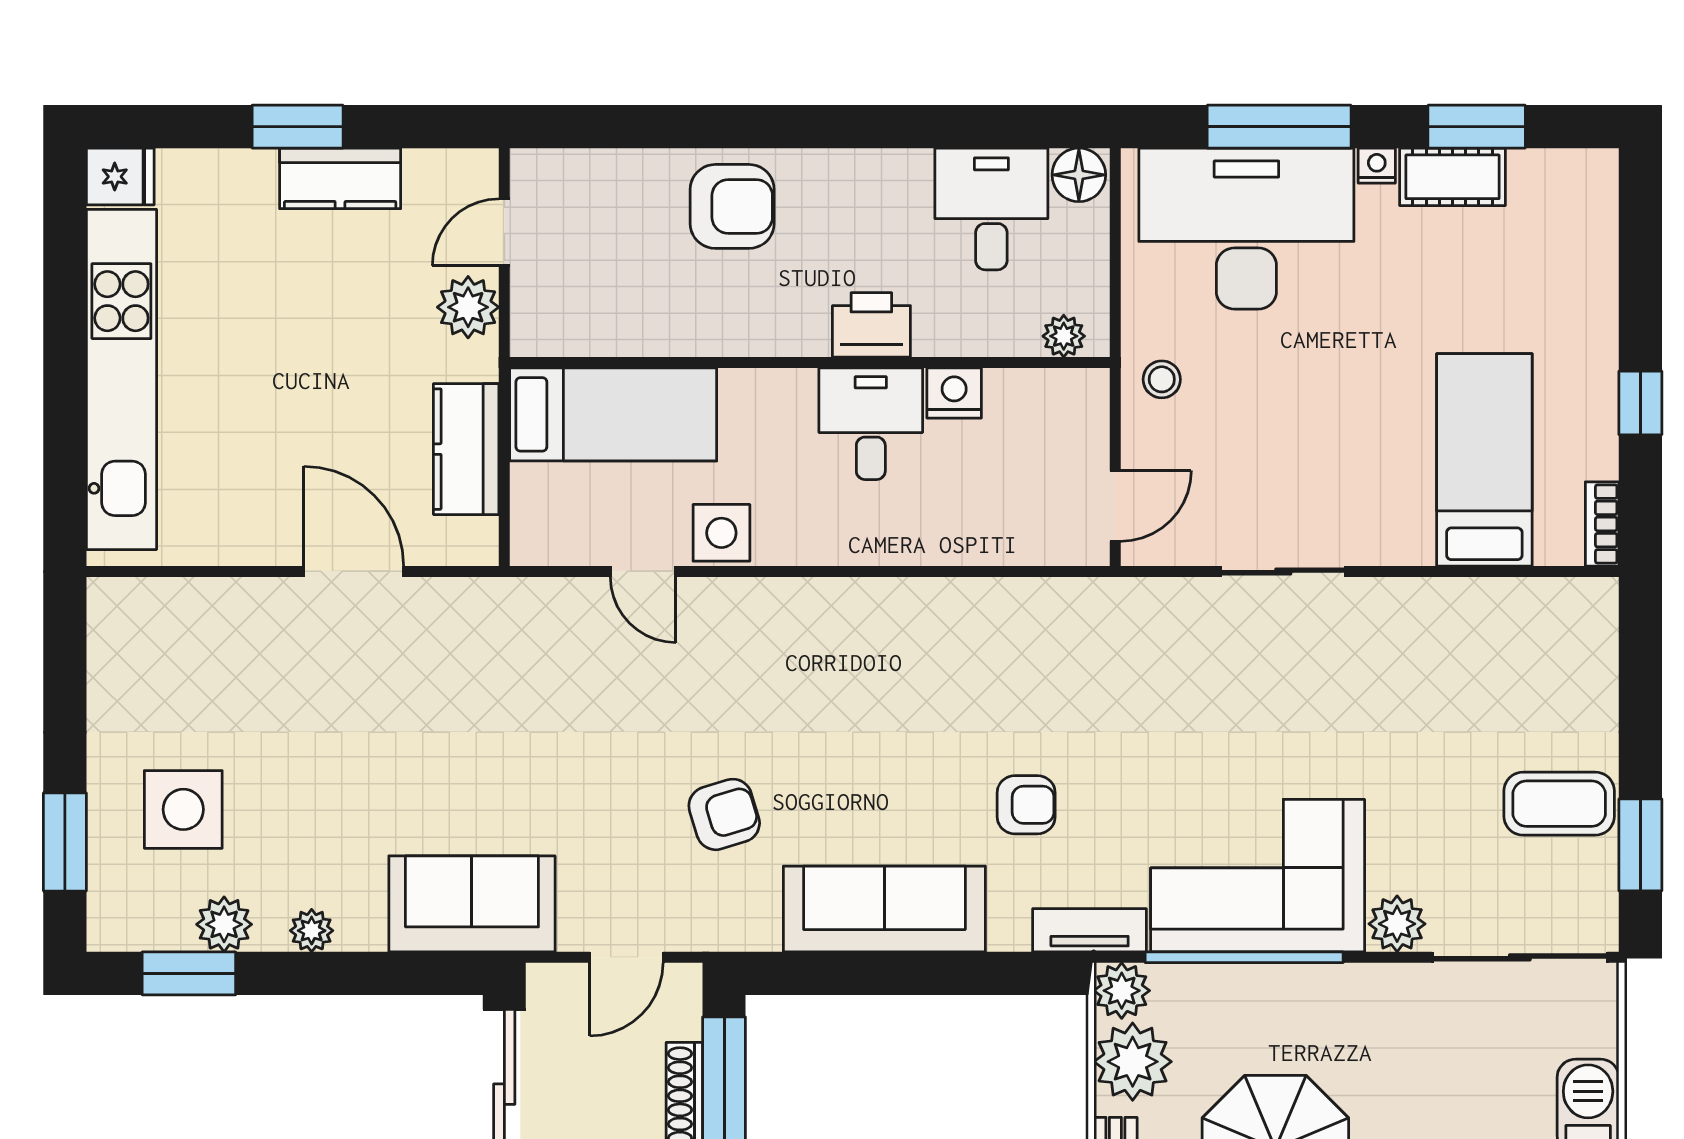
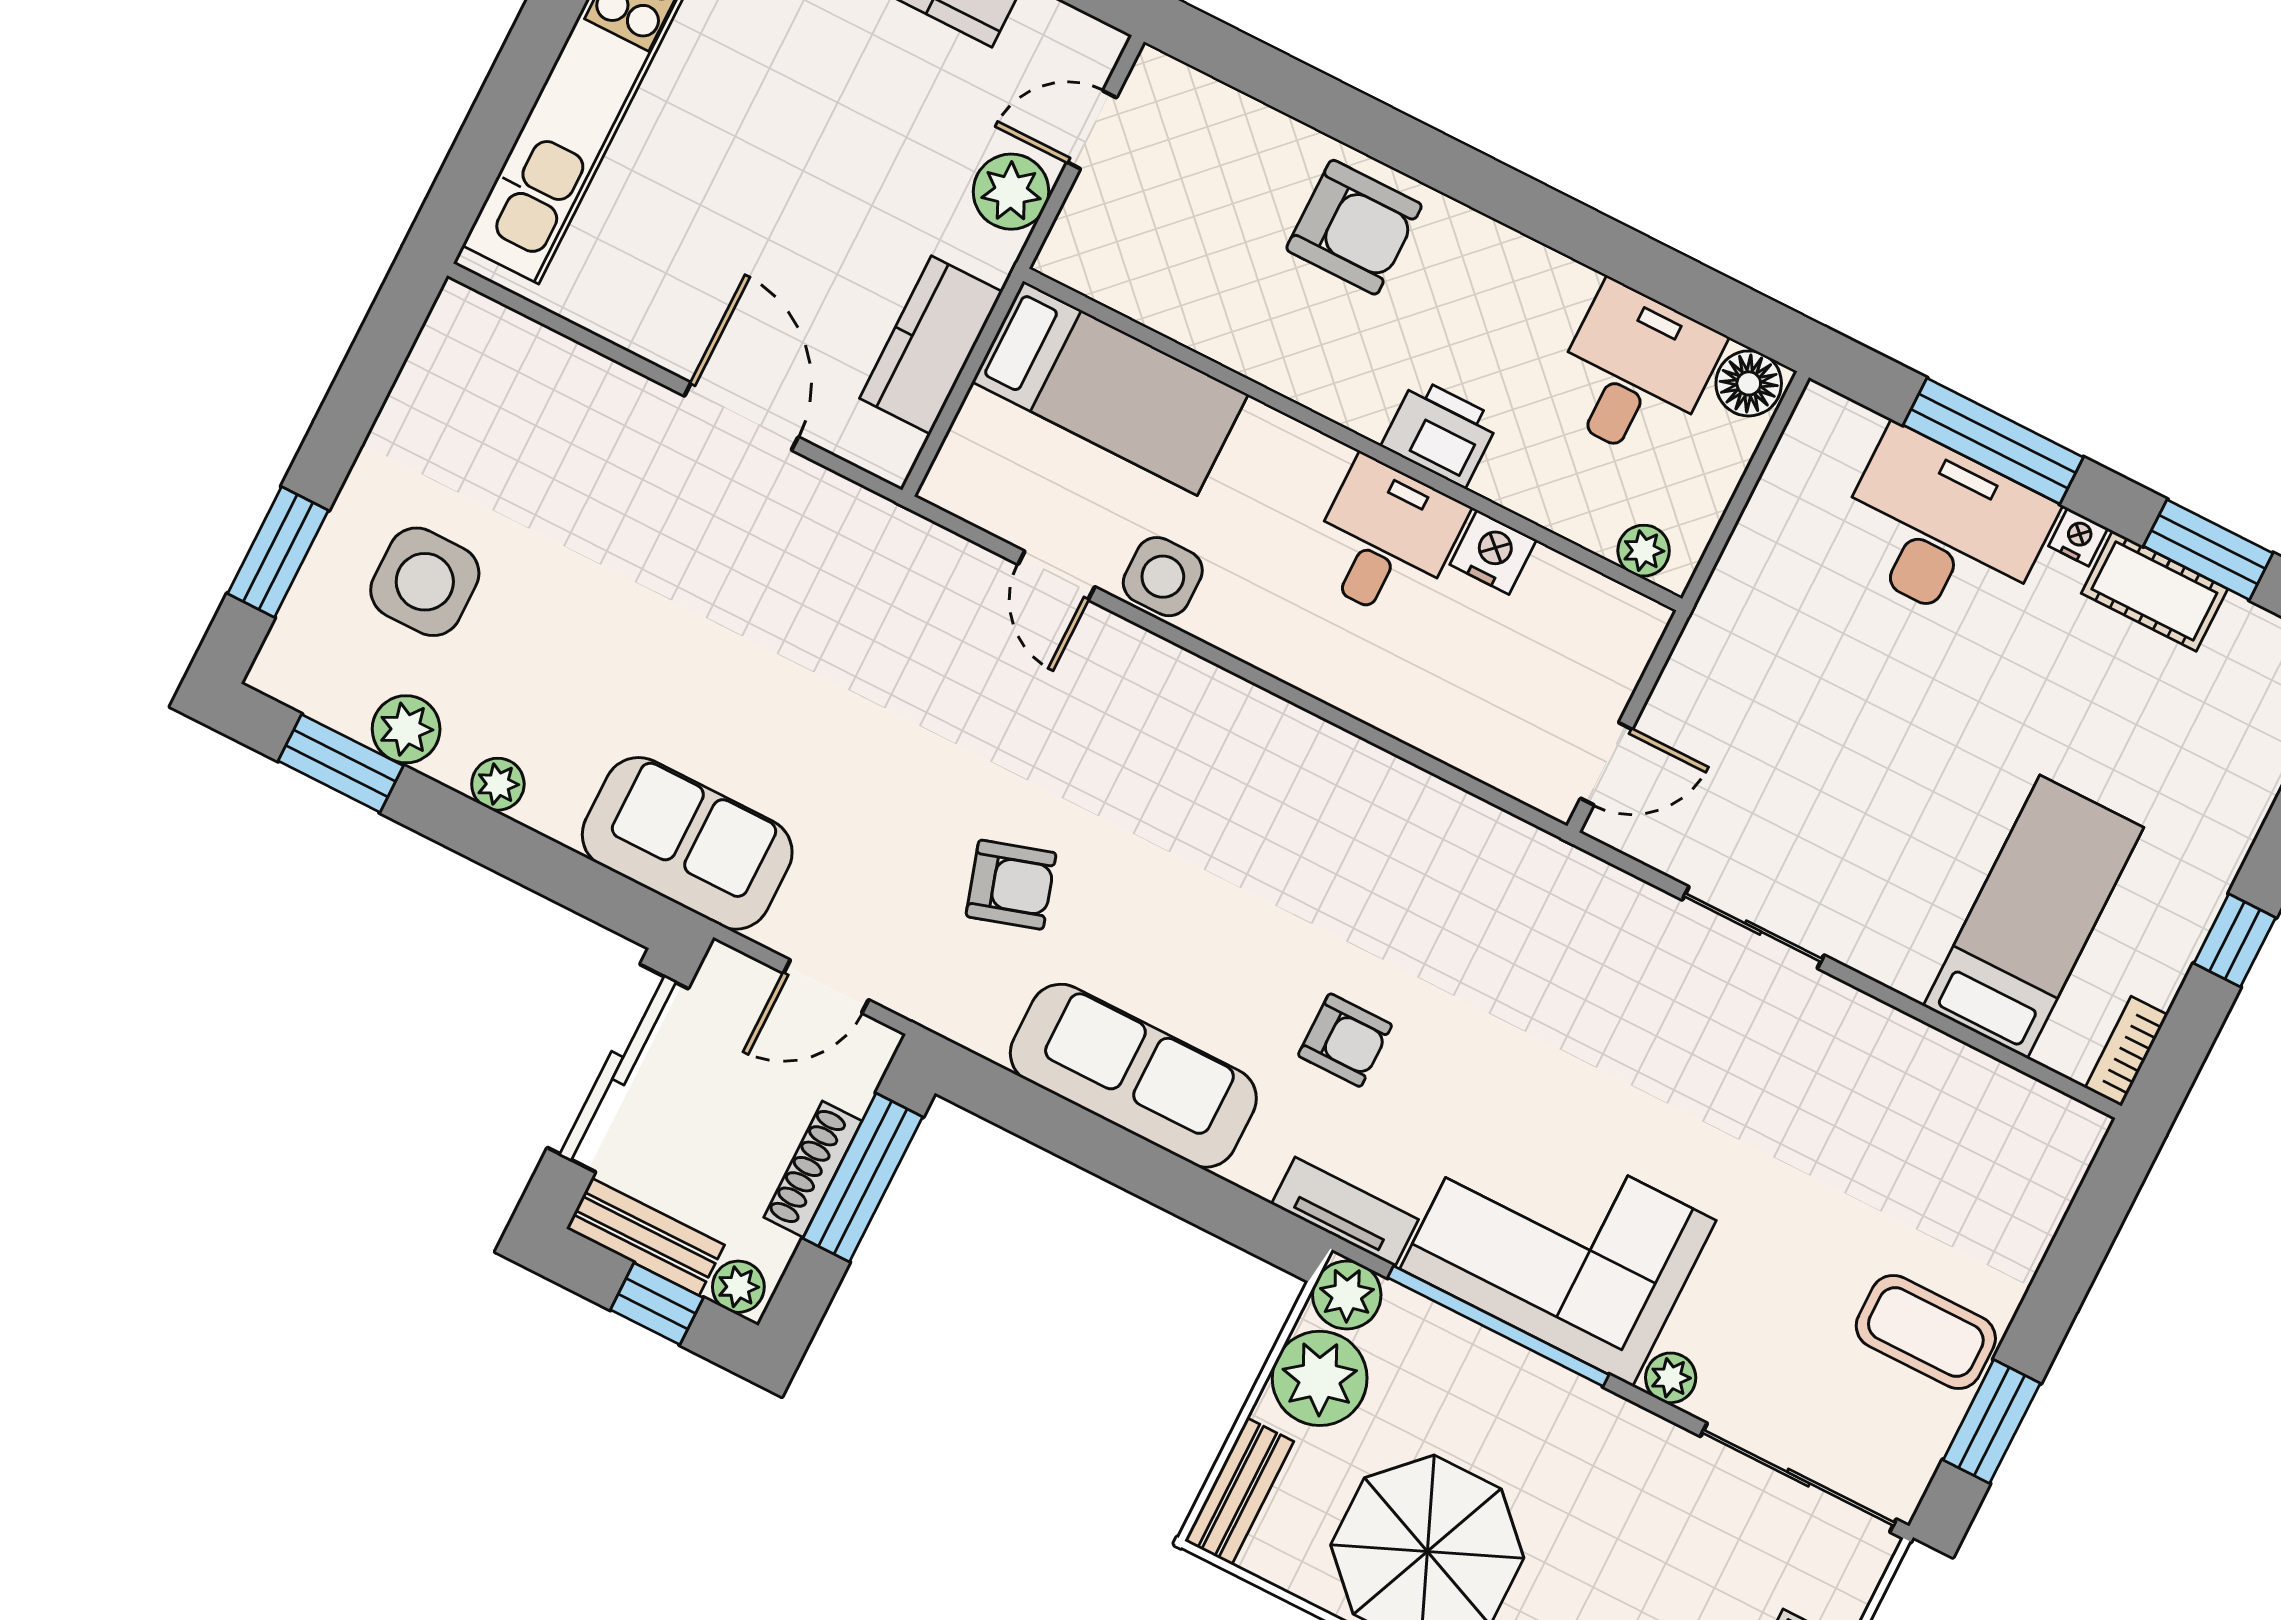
desk: (1246, 229) -> (1943, 530), width x0.73, depth x0.77
stool: (1162, 379) -> (1727, 652), removed
plant: (1397, 924) -> (1671, 1378), width x0.73, depth x0.73

